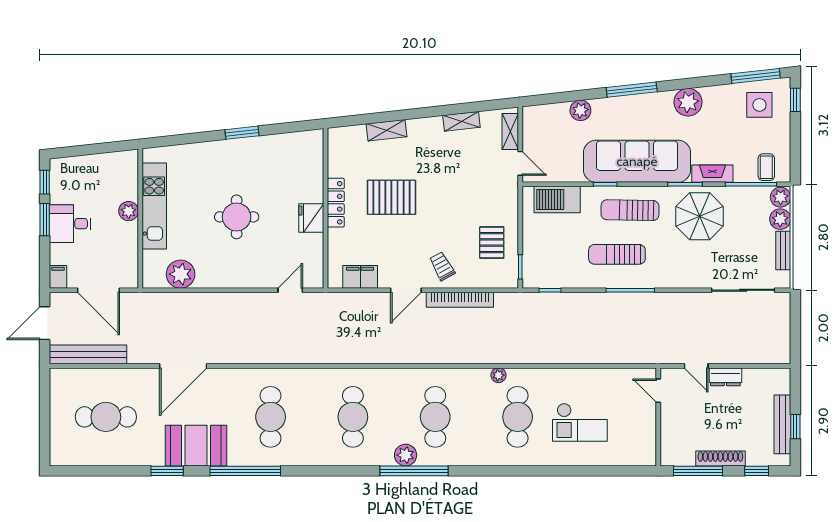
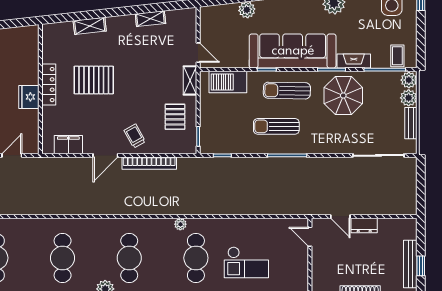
shelving: (510, 132) -> (190, 80), moved

